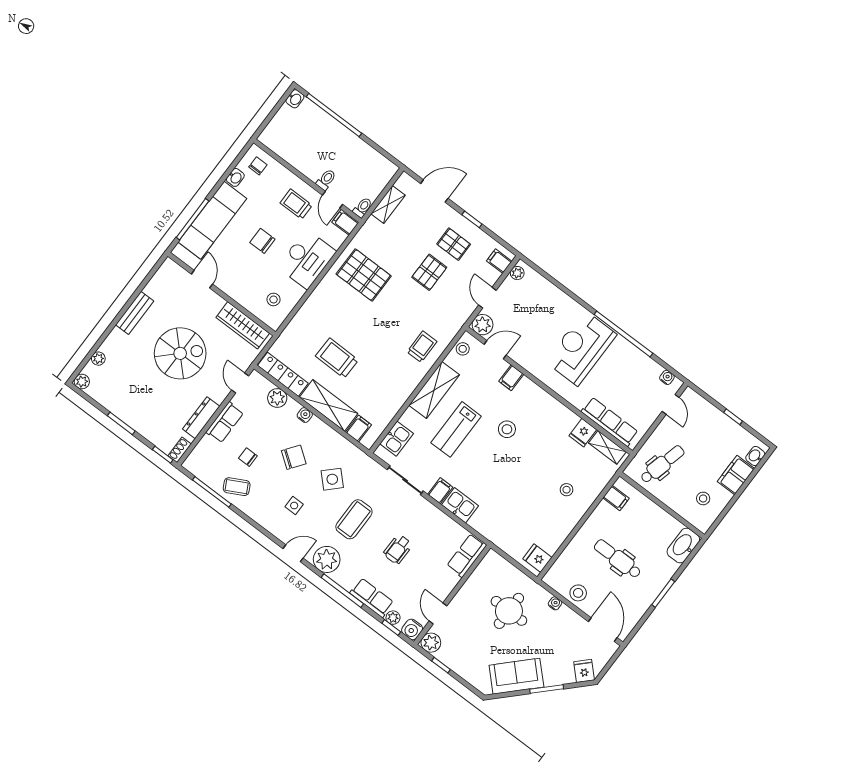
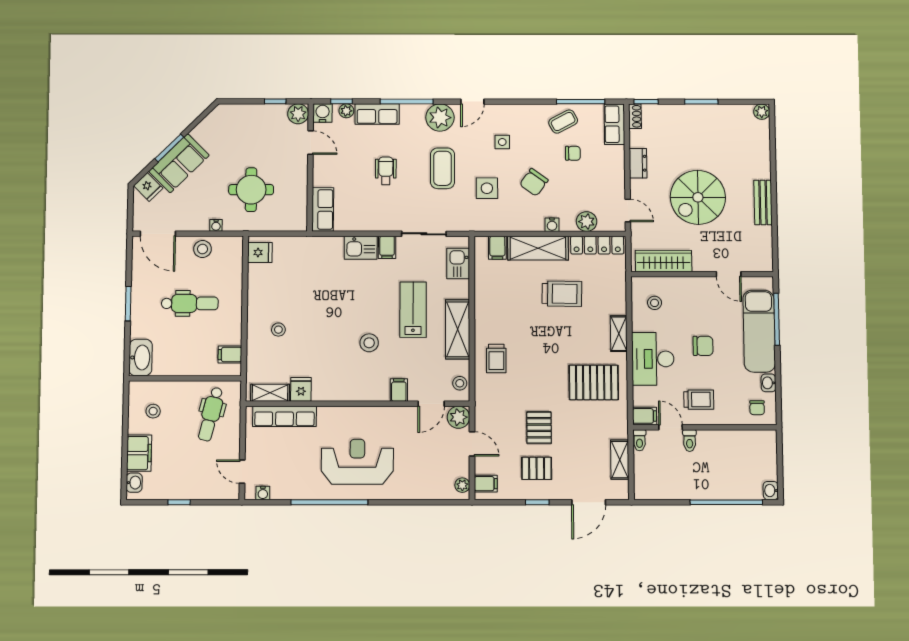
shelving: (318, 297) -> (619, 334), added
reception desk: (581, 348) -> (357, 462), turned -90
plant: (98, 359) -> (763, 141), removed
dresser: (201, 418) -> (638, 163), width x0.70
row of seats: (225, 422) -> (614, 124), moved
side table: (332, 479) -> (487, 188), turned 45
sofa: (516, 676) -> (179, 163), moved

